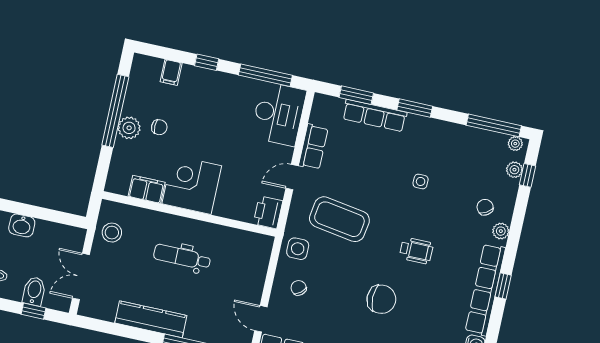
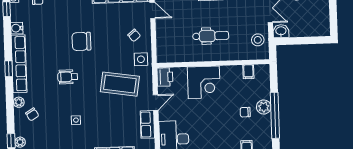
corner desk: (192, 185) -> (204, 82), moved
filing cabinet: (147, 189) -> (248, 72), width x0.50
washbasin: (22, 225) -> (281, 31), moved

